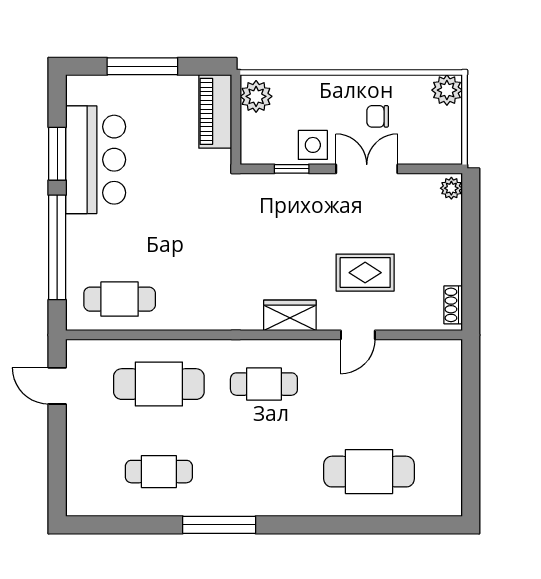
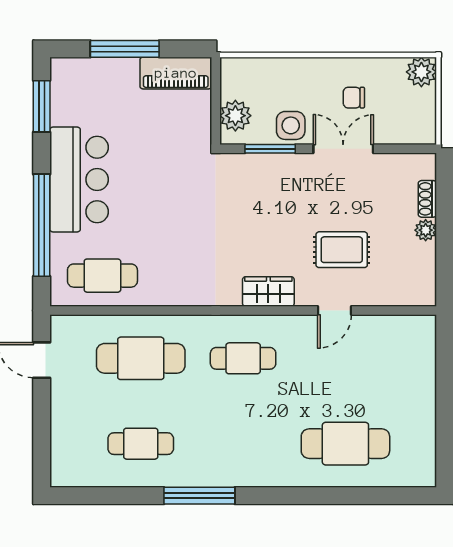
plant: (256, 96) -> (235, 116), moved
piano: (215, 111) -> (176, 73), moved, turned -90
window: (57, 154) -> (42, 106), moved
bar counter: (96, 160) -> (79, 180), moved
window: (292, 169) -> (270, 149), width x1.50
plant: (451, 188) -> (426, 230), moved
shoe rack: (453, 305) -> (427, 199), moved

